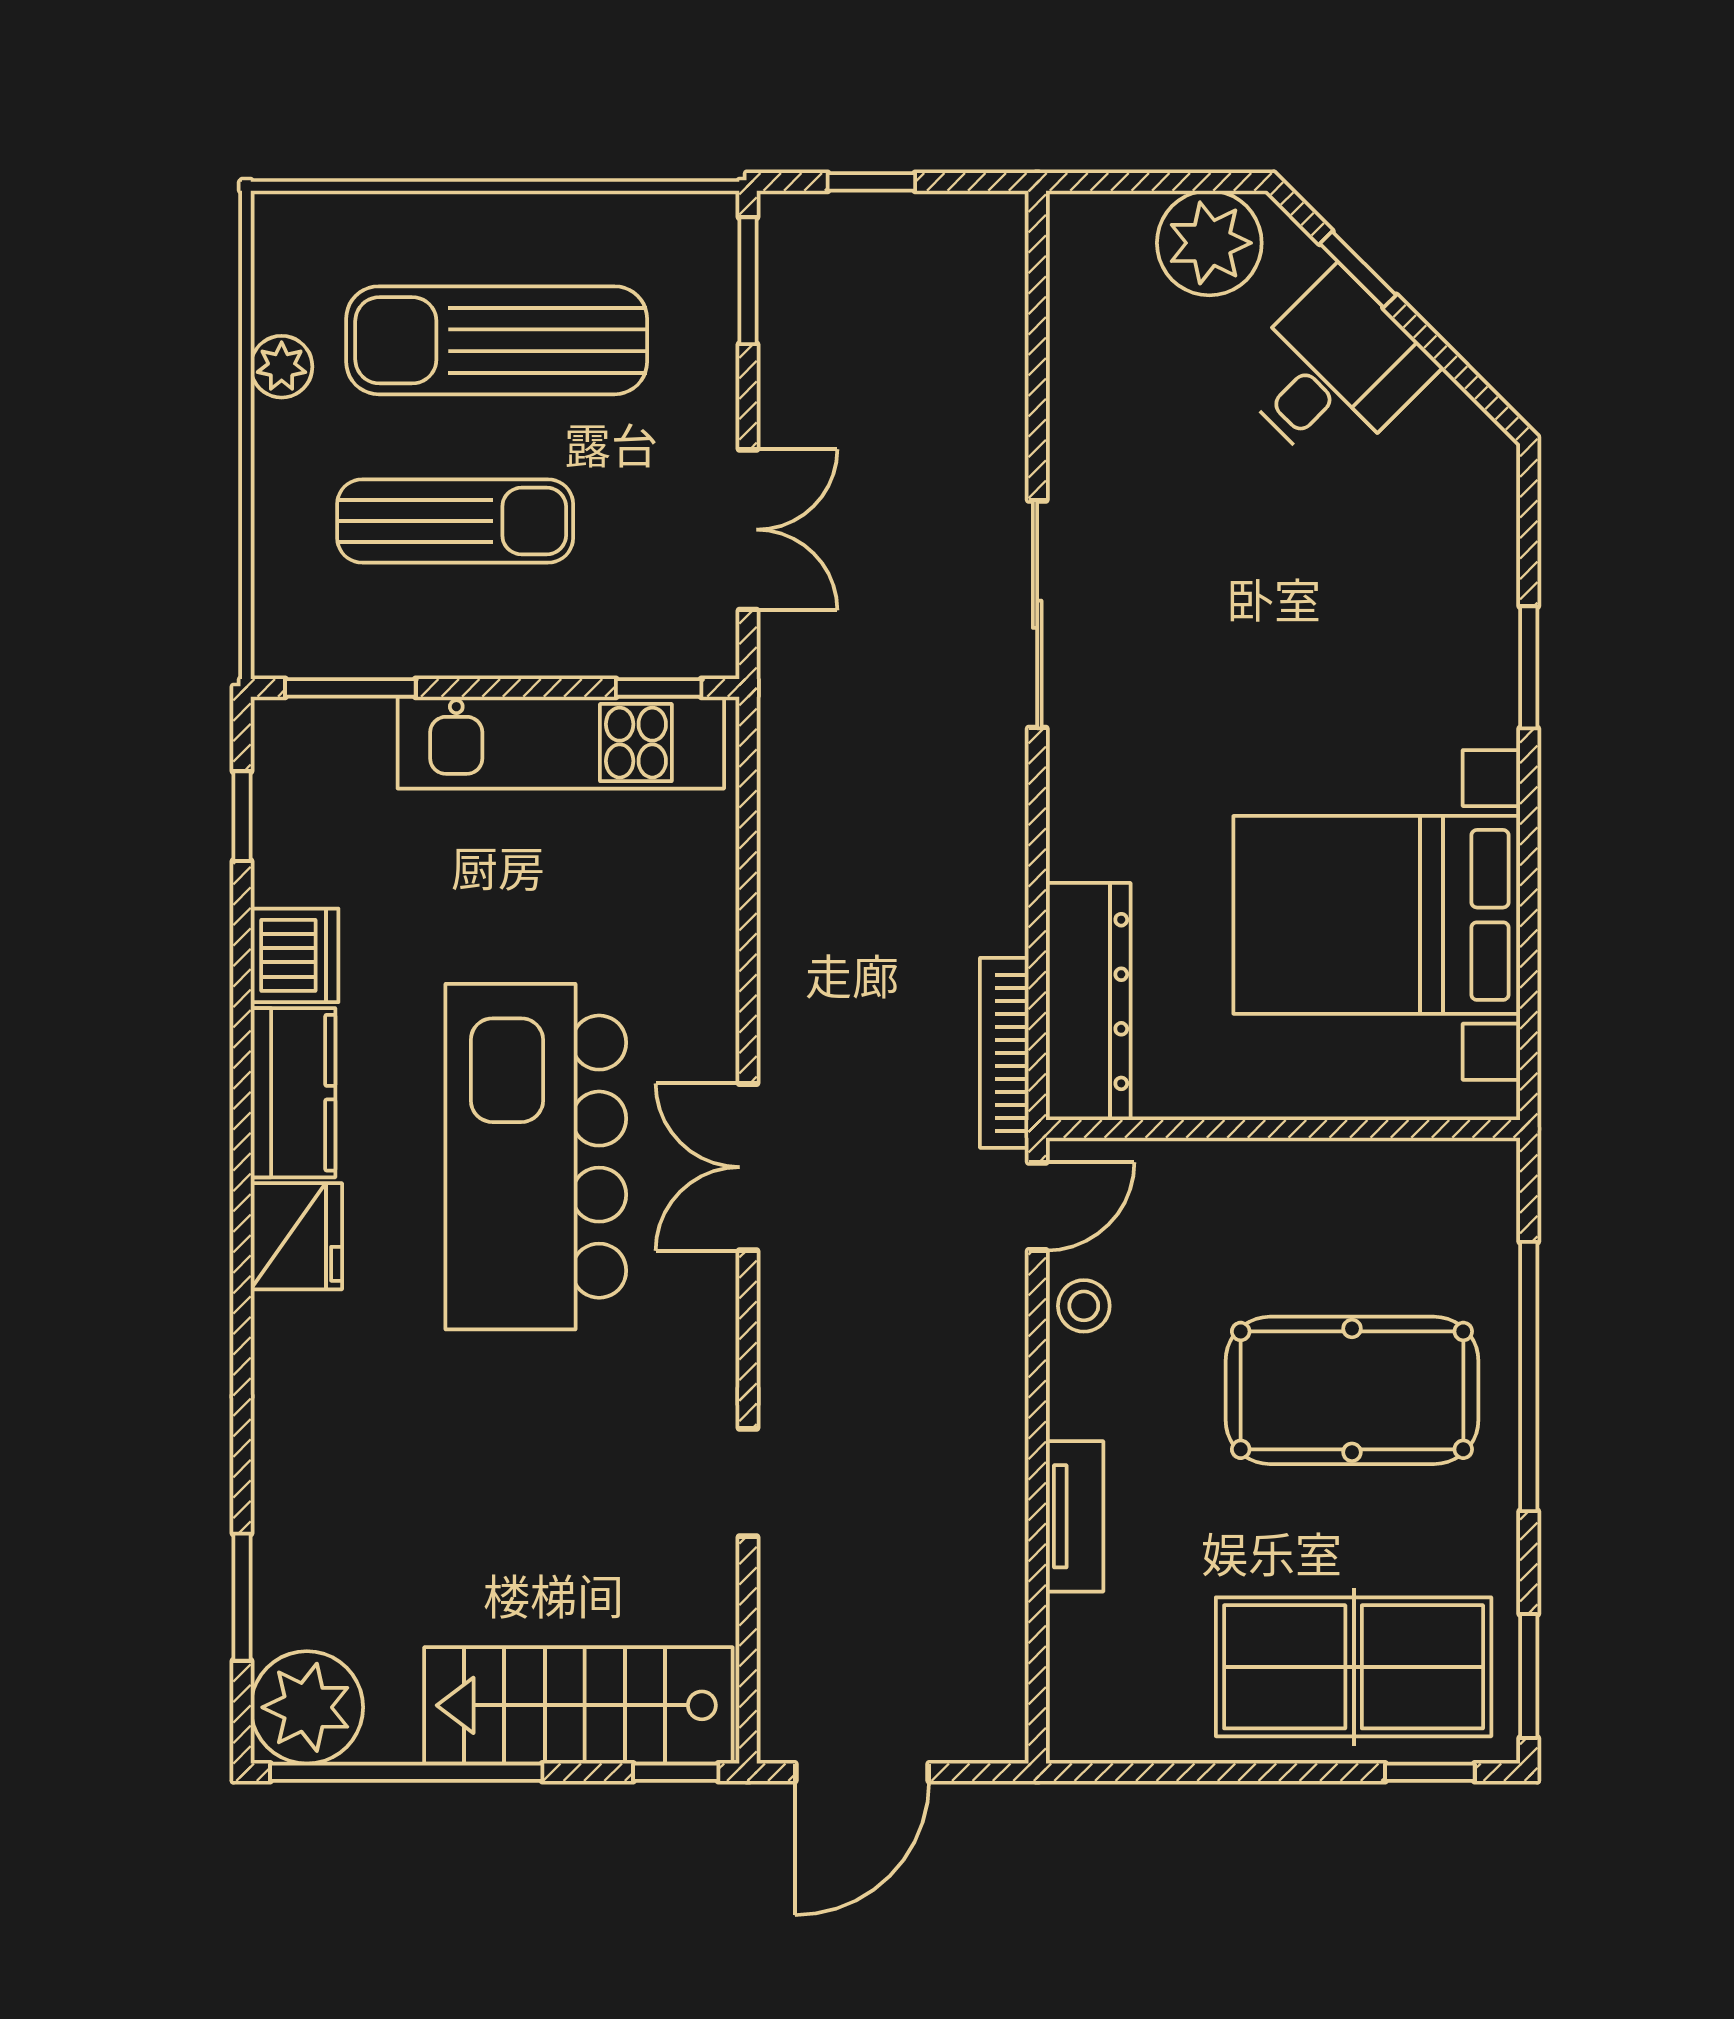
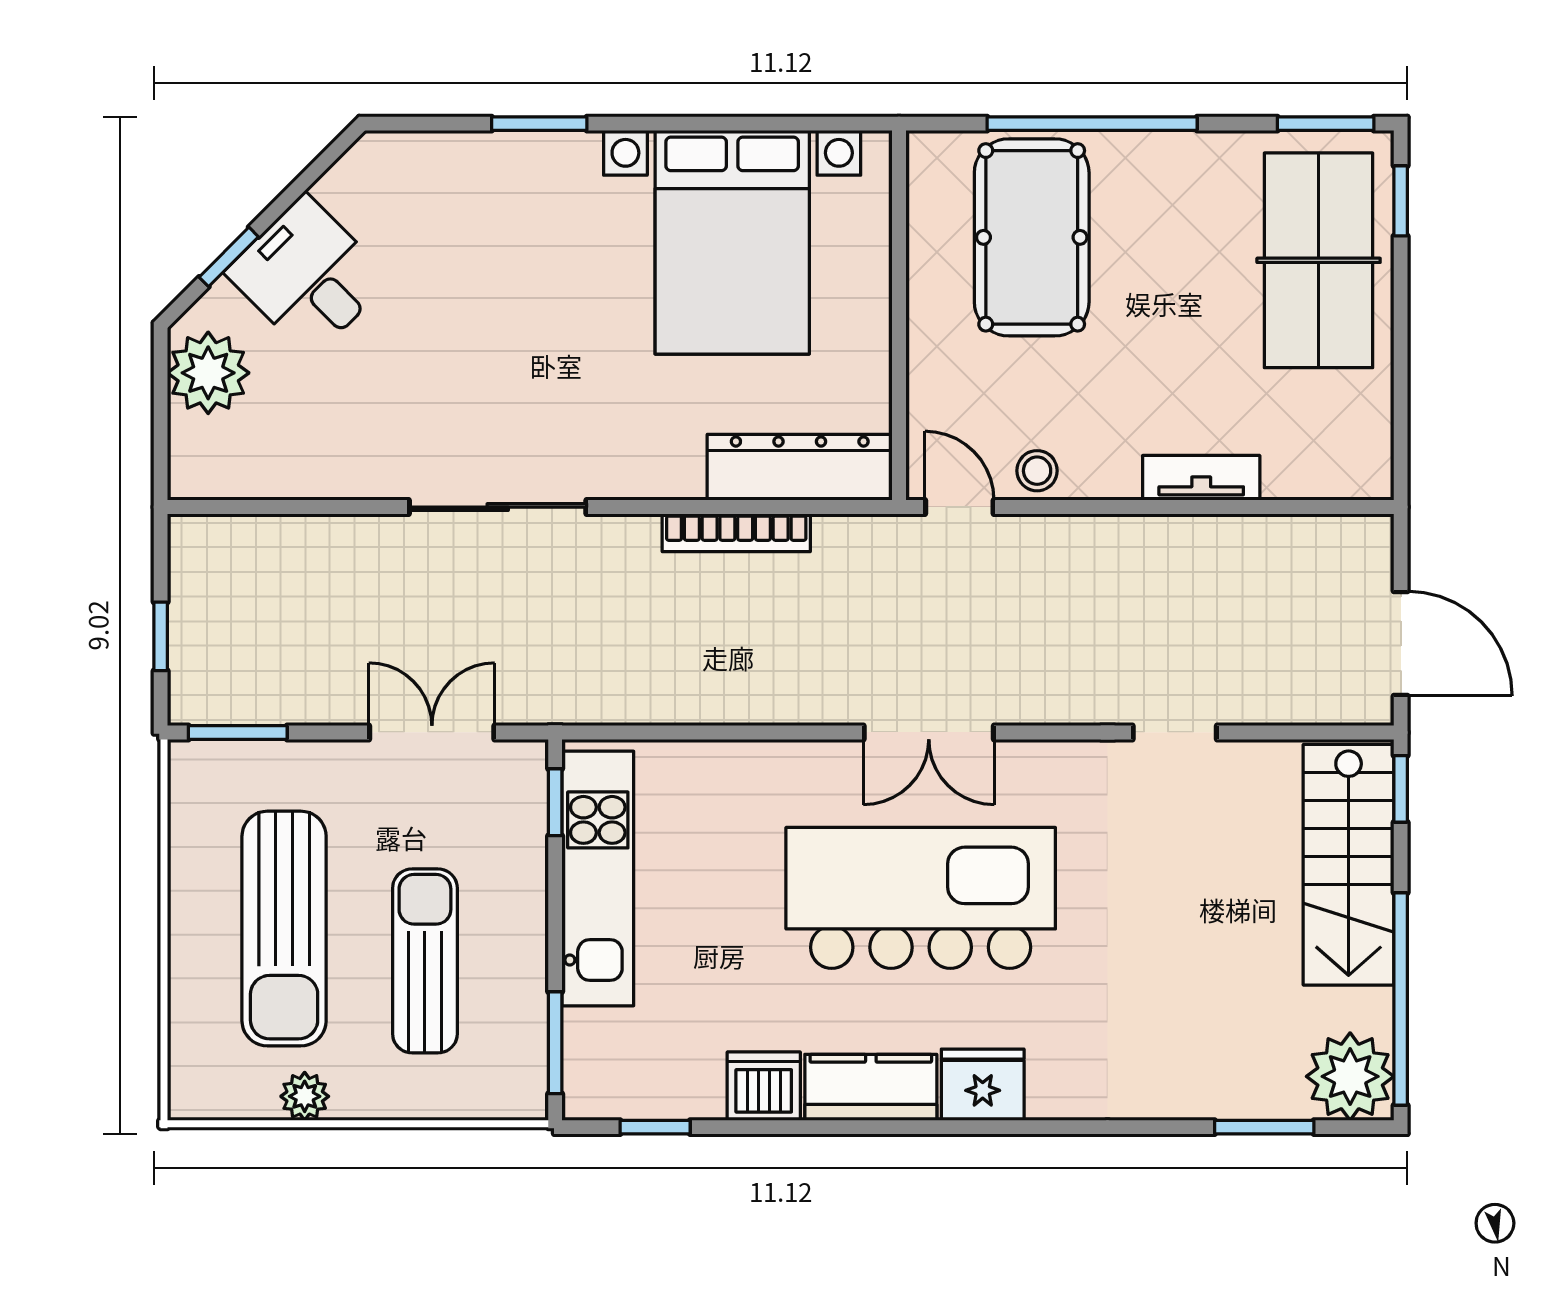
bookcase: (1004, 1053) -> (736, 533), moved
kitchen island: (536, 1157) -> (921, 898), turned 180
pool table: (1352, 1390) -> (1032, 237), moved

